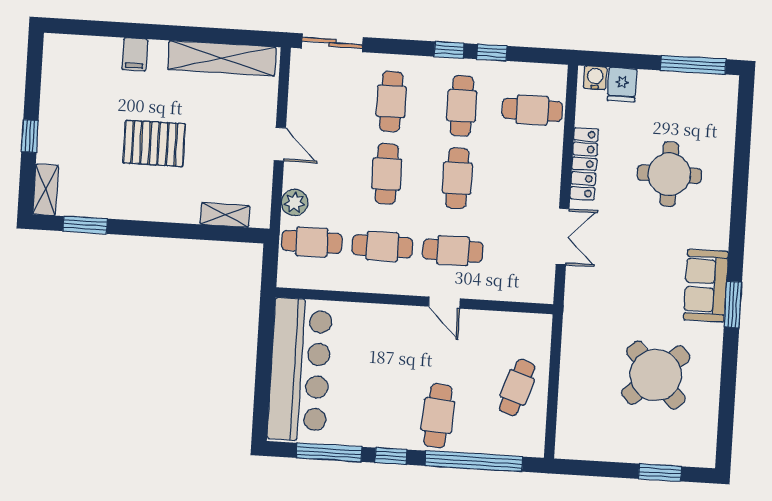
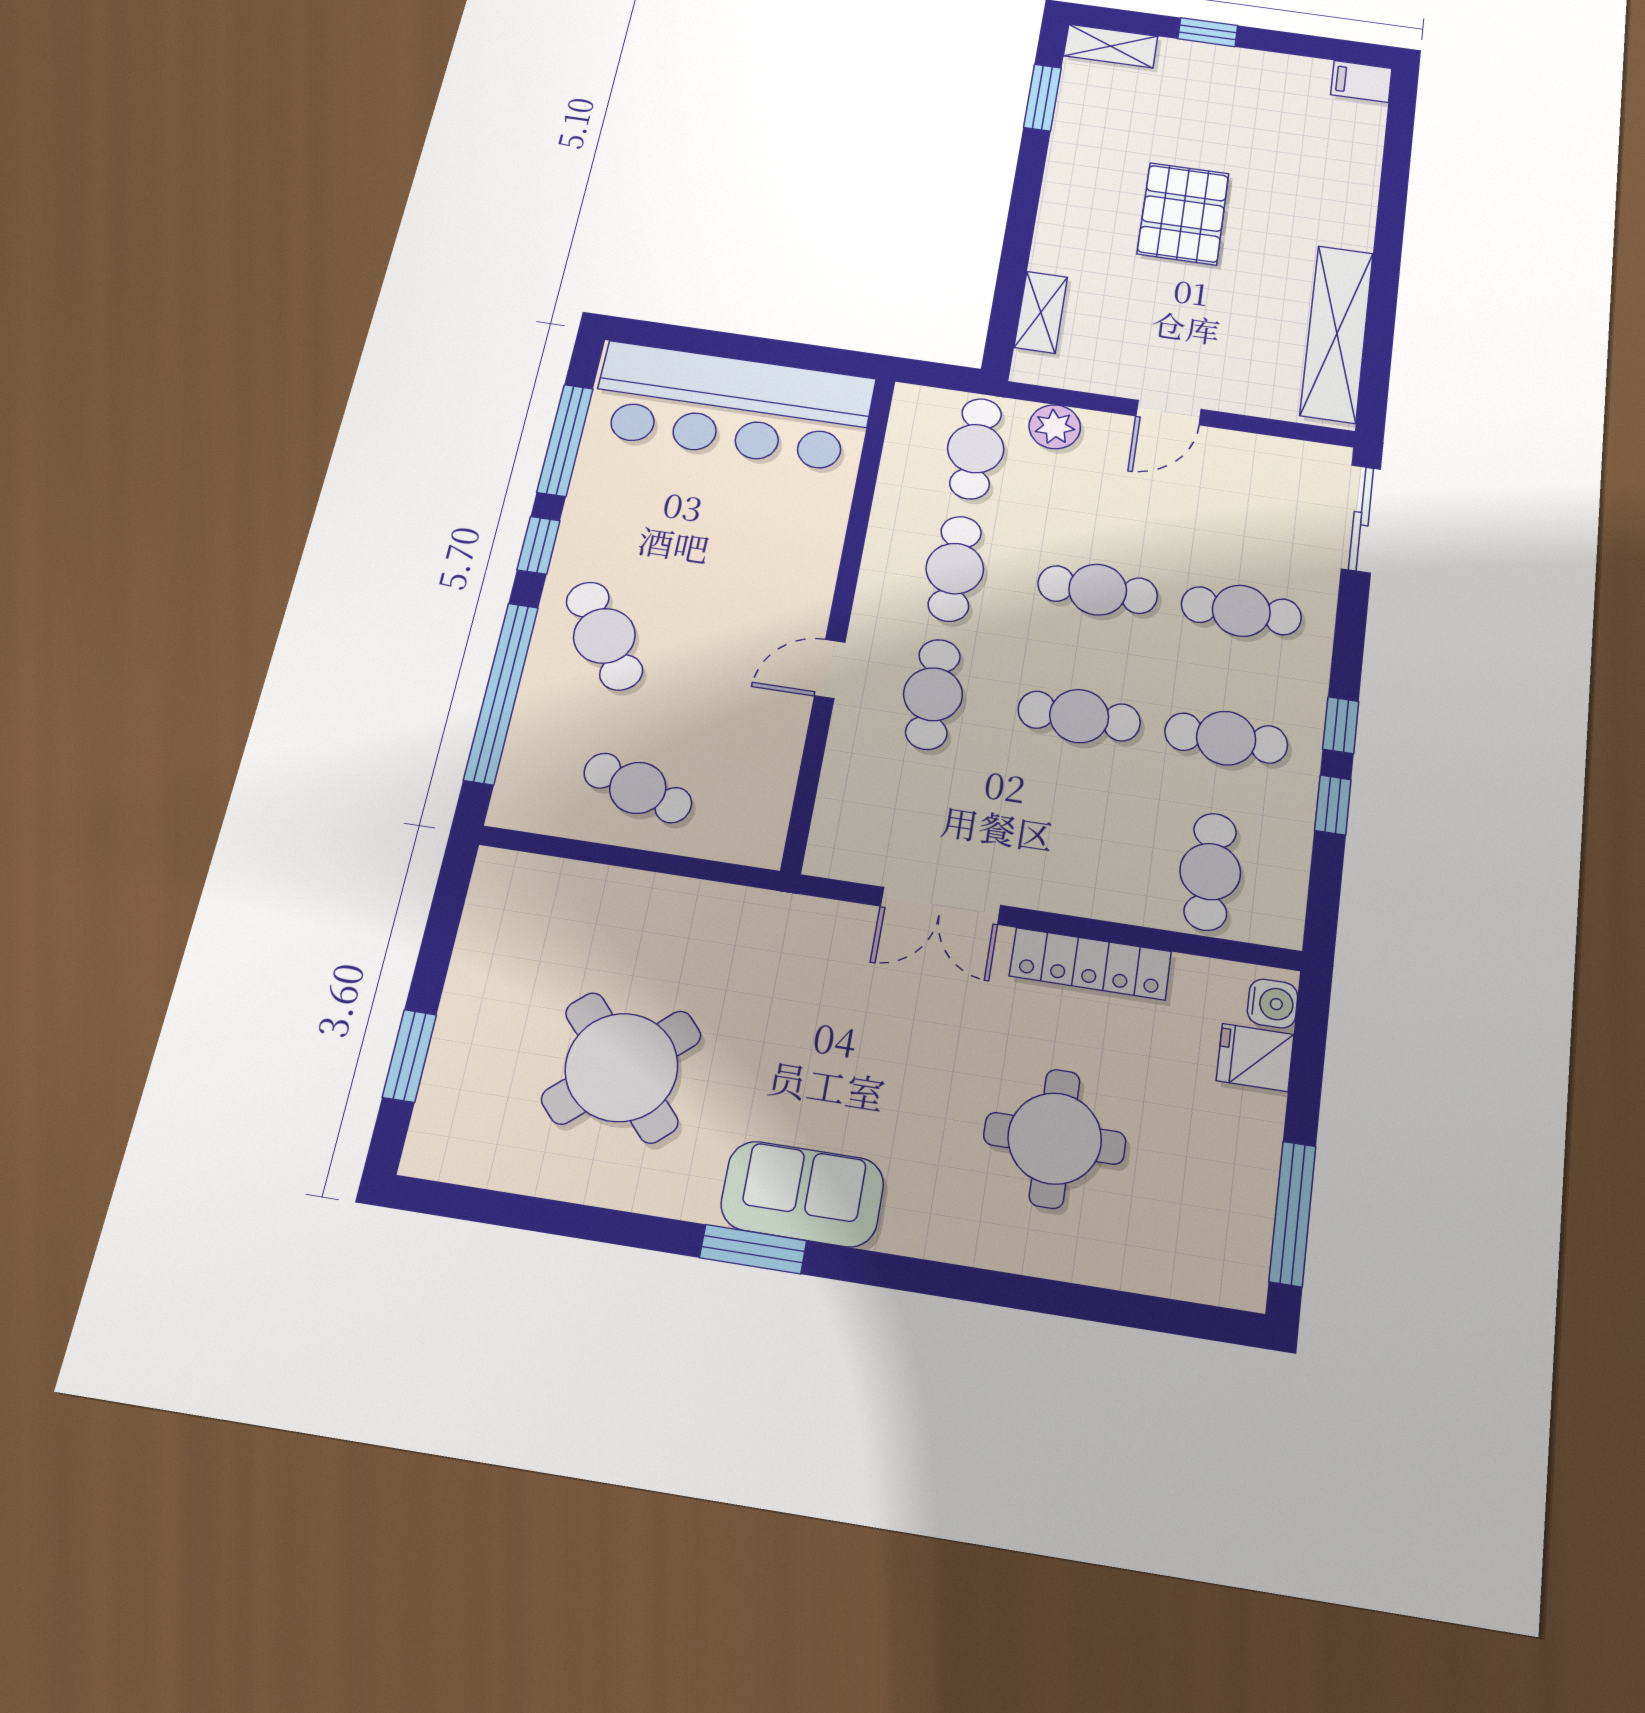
filing cabinet: (135, 54) -> (1361, 81), moved
cafe table: (438, 416) -> (604, 636), turned 52

